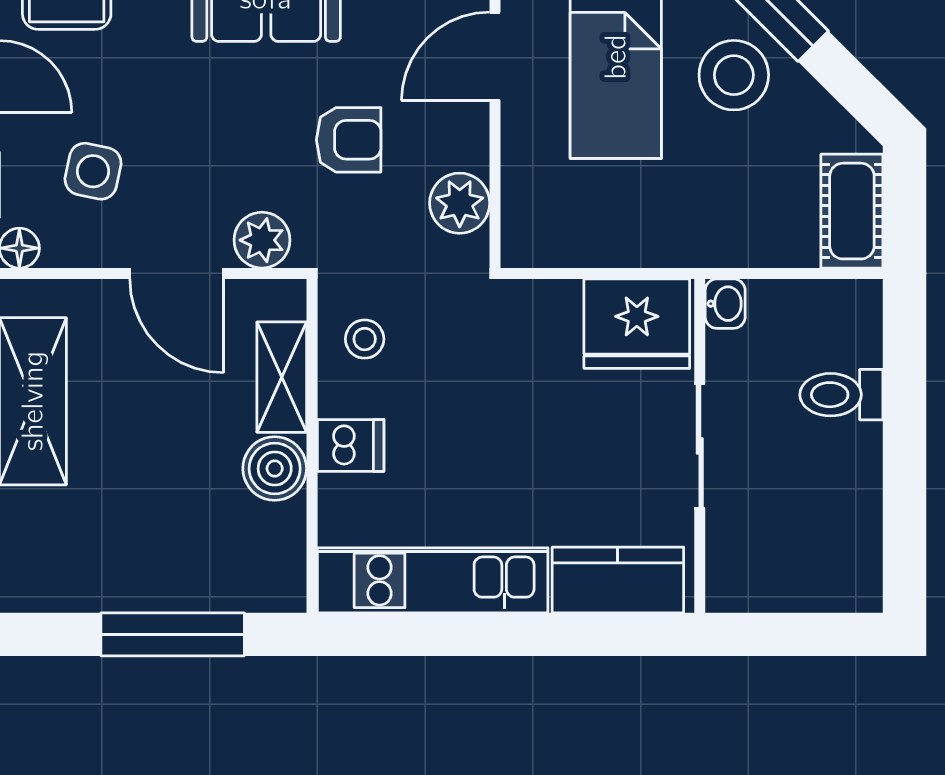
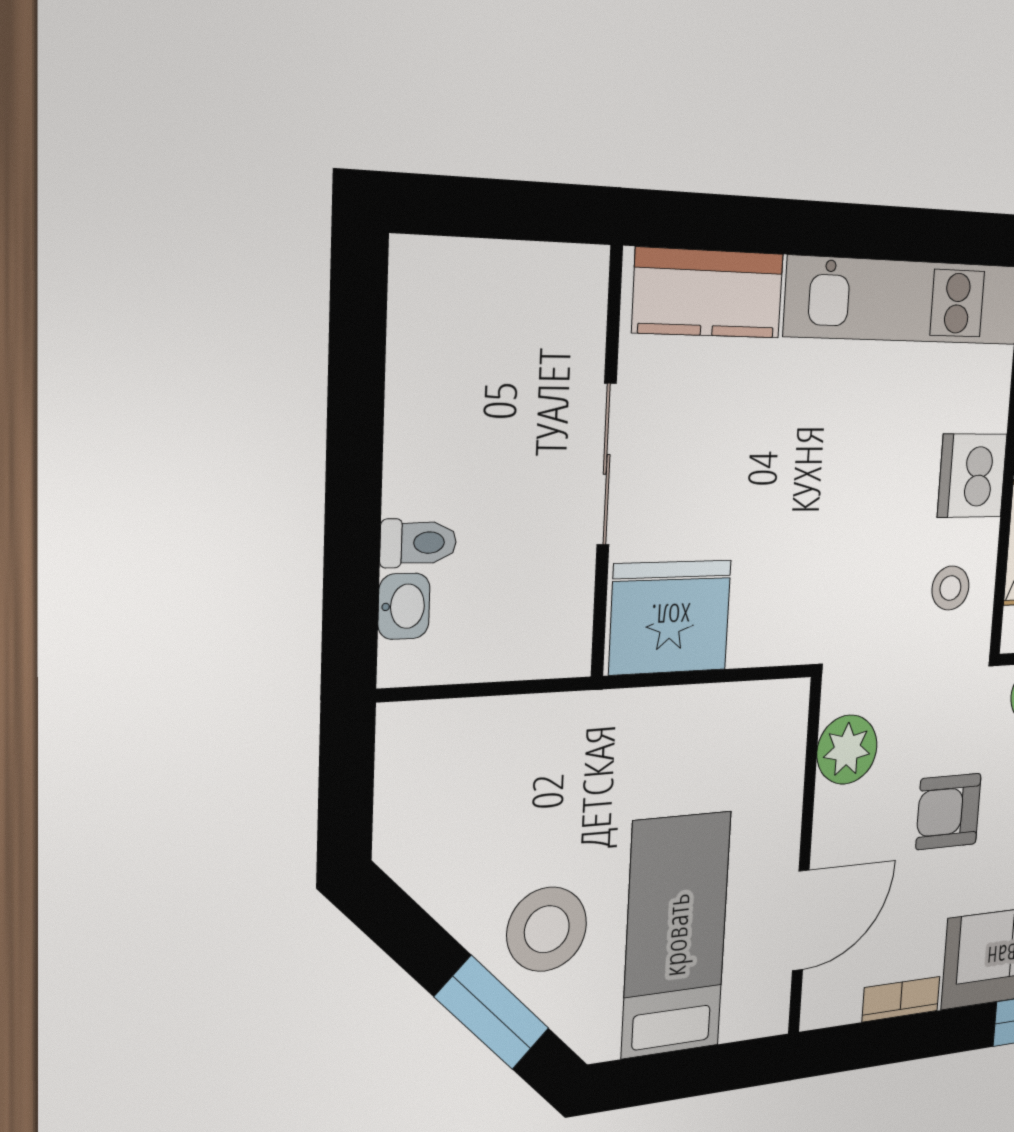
cot: (852, 211) -> (413, 774), removed
washbasin: (725, 304) -> (404, 606), moved, turned 180
toilet: (841, 395) -> (418, 543), width x0.73, depth x0.72
dishwasher: (351, 445) -> (972, 476), width x1.38

